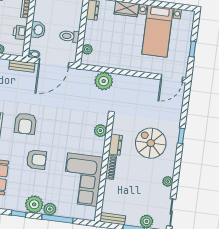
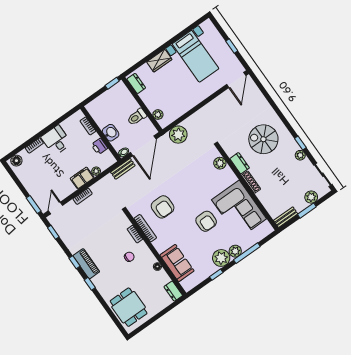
plant: (104, 81) -> (178, 135), moved
window: (181, 136) -> (300, 143), moved
armchair: (36, 160) -> (206, 221), moved, turned 90

